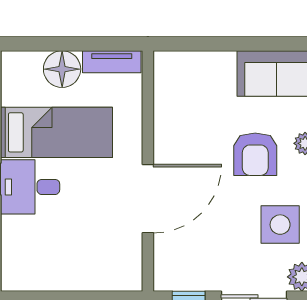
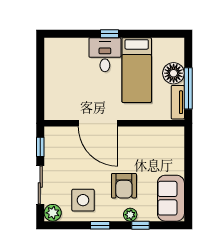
window: (88, 44) -> (188, 88), added
armchair: (255, 154) -> (124, 186), turned -90

